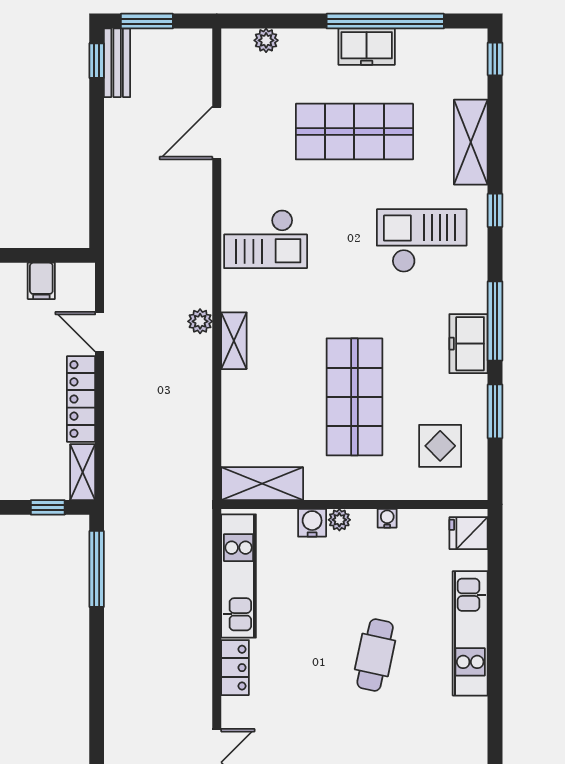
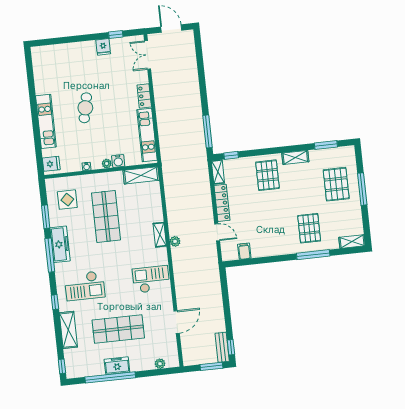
freezer: (469, 344) -> (60, 244), width x1.40

